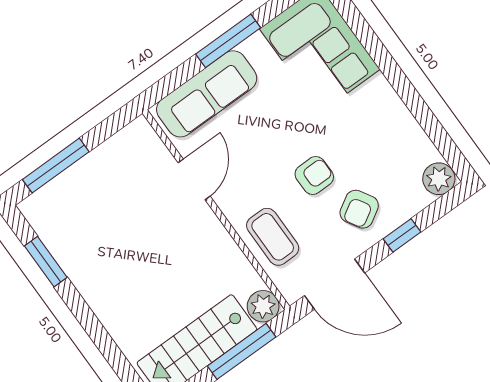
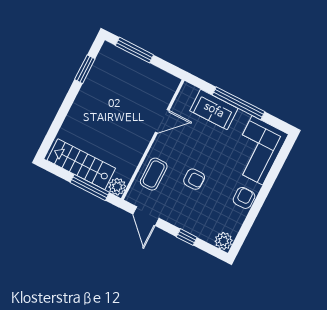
window: (228, 41) -> (239, 103), width x1.46
sofa: (207, 94) -> (214, 110), width x0.73
armchair: (359, 209) -> (244, 198), moved, turned 121
door: (335, 284) -> (146, 216), width x0.73

